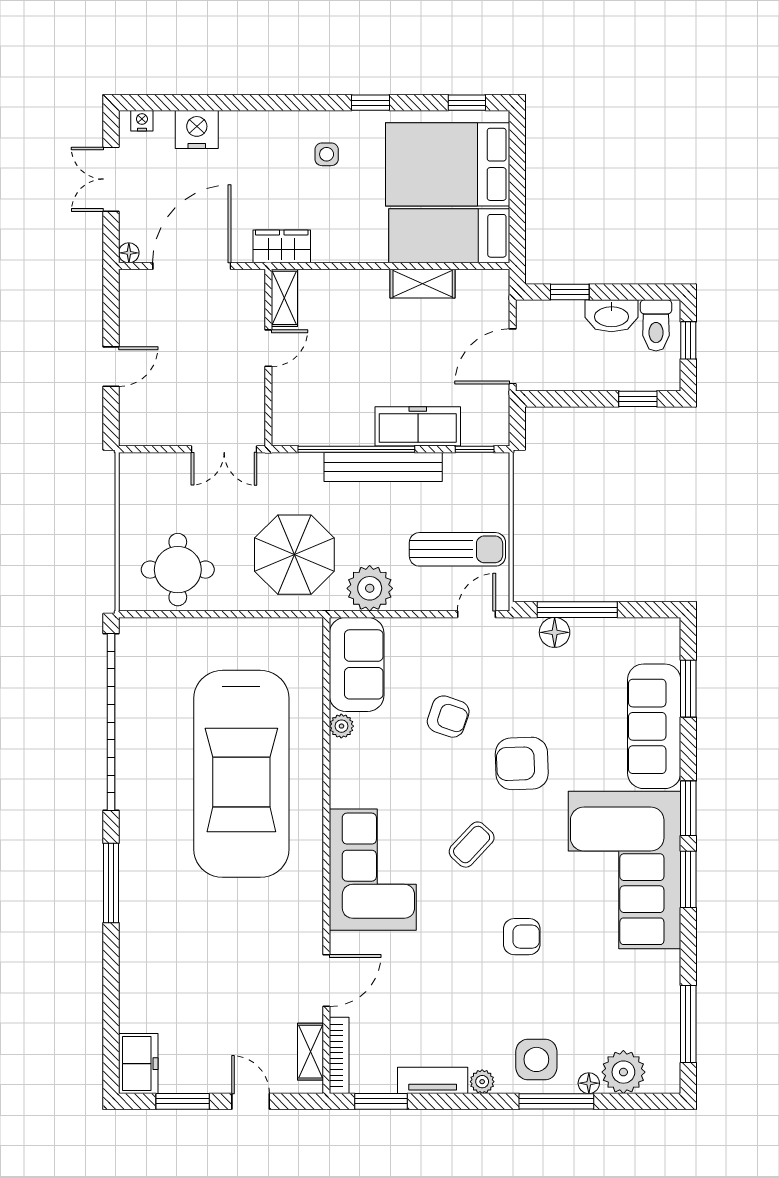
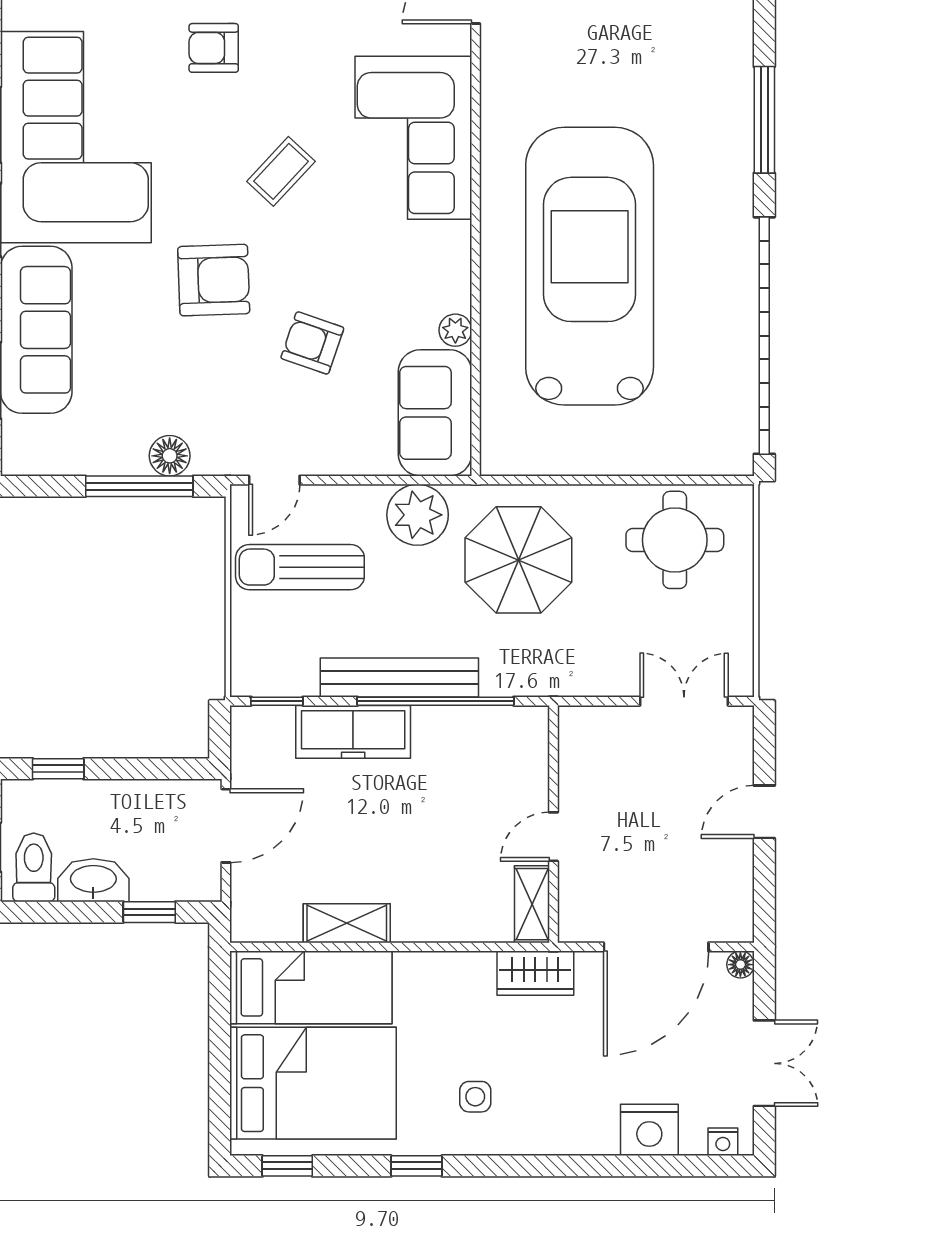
double door: (224, 449) -> (684, 701), moved

